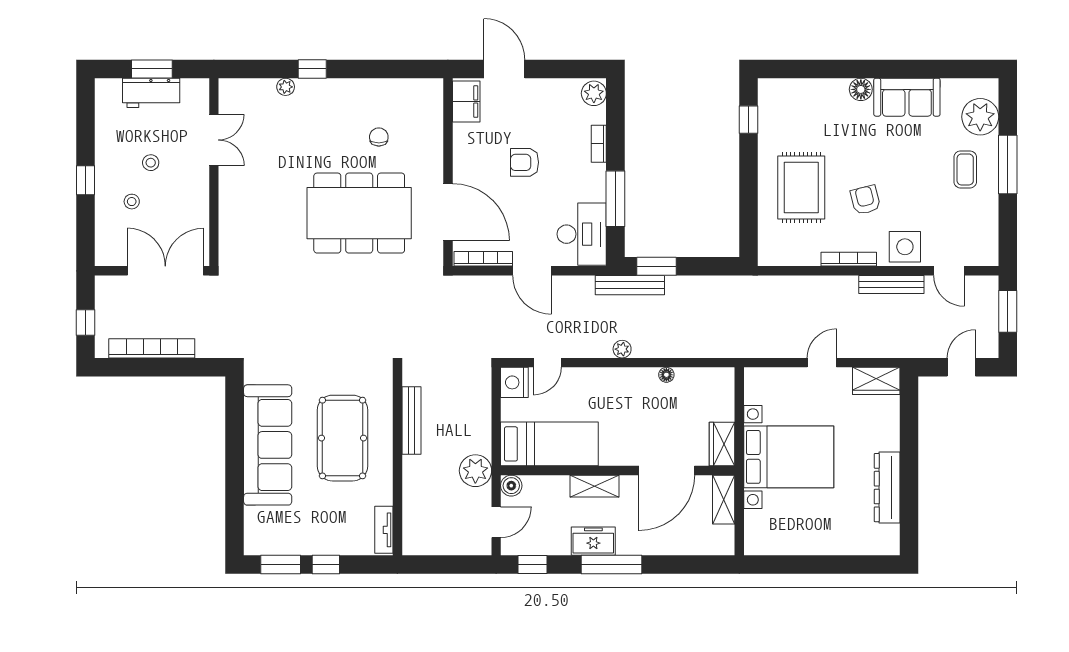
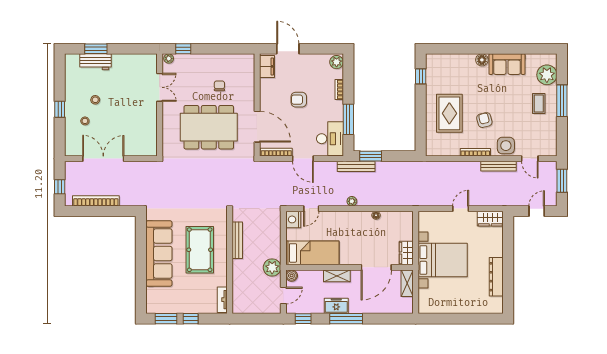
double door: (214, 140) -> (160, 87), moved
wall: (214, 172) -> (160, 105), moved

